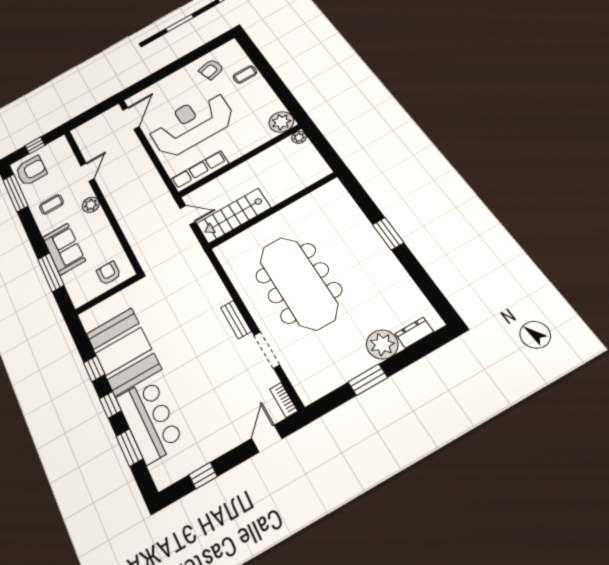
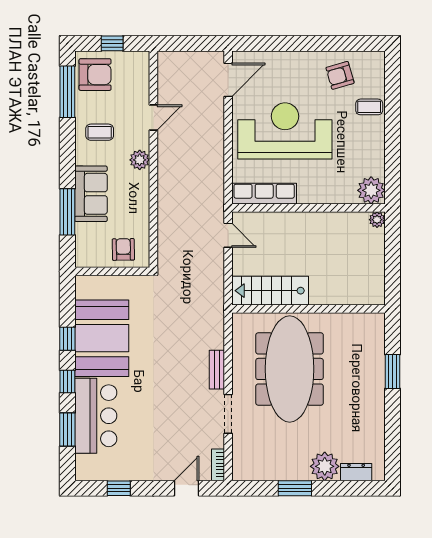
wall: (273, 210) -> (308, 309), moved
stairs: (233, 216) -> (270, 291), moved

